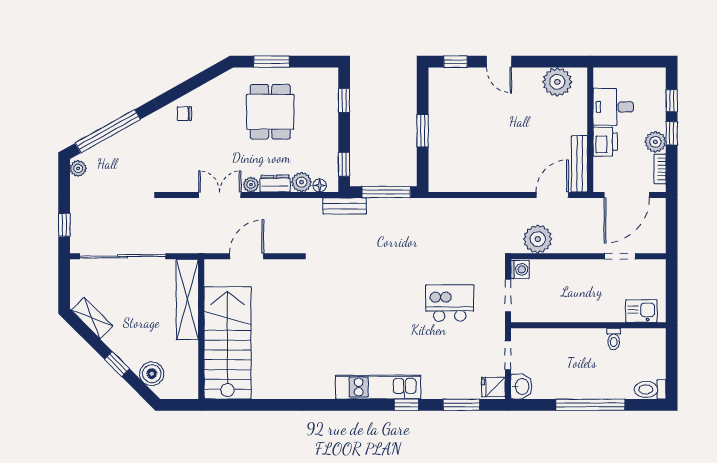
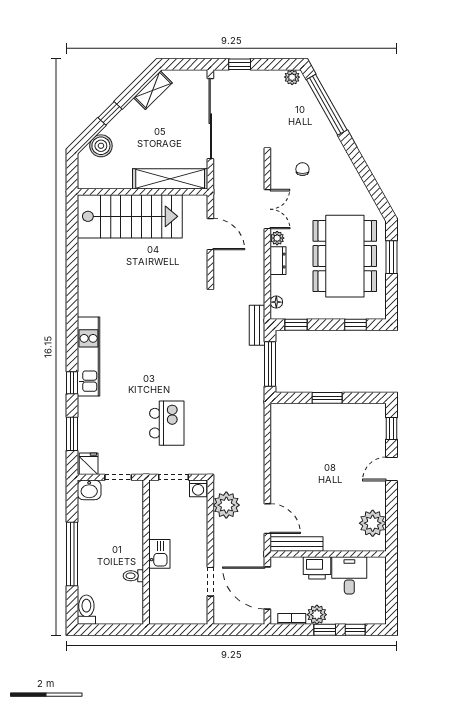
dining table: (270, 112) -> (345, 256), width x1.88, depth x1.24
chair: (184, 114) -> (302, 169), moved
plant: (302, 182) -> (279, 285), removed
kitchen sink: (641, 311) -> (159, 554), moved

